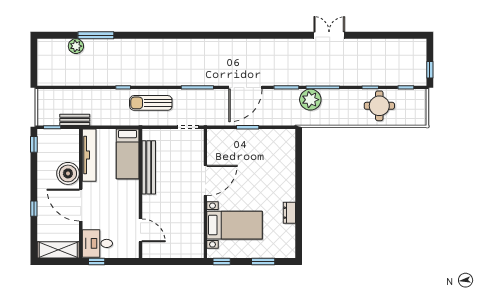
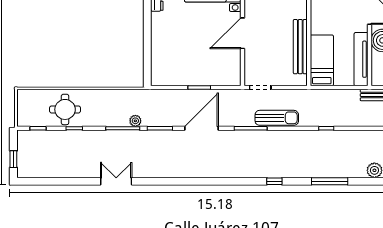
window: (96, 35) -> (330, 181), moved
window: (174, 35) -> (274, 181), added
double door: (329, 35) -> (116, 181), swing flipped
window: (430, 70) -> (13, 159), moved
plant: (310, 100) -> (135, 121), width x0.53, depth x0.53
sun lounger: (151, 103) -> (277, 118), moved

